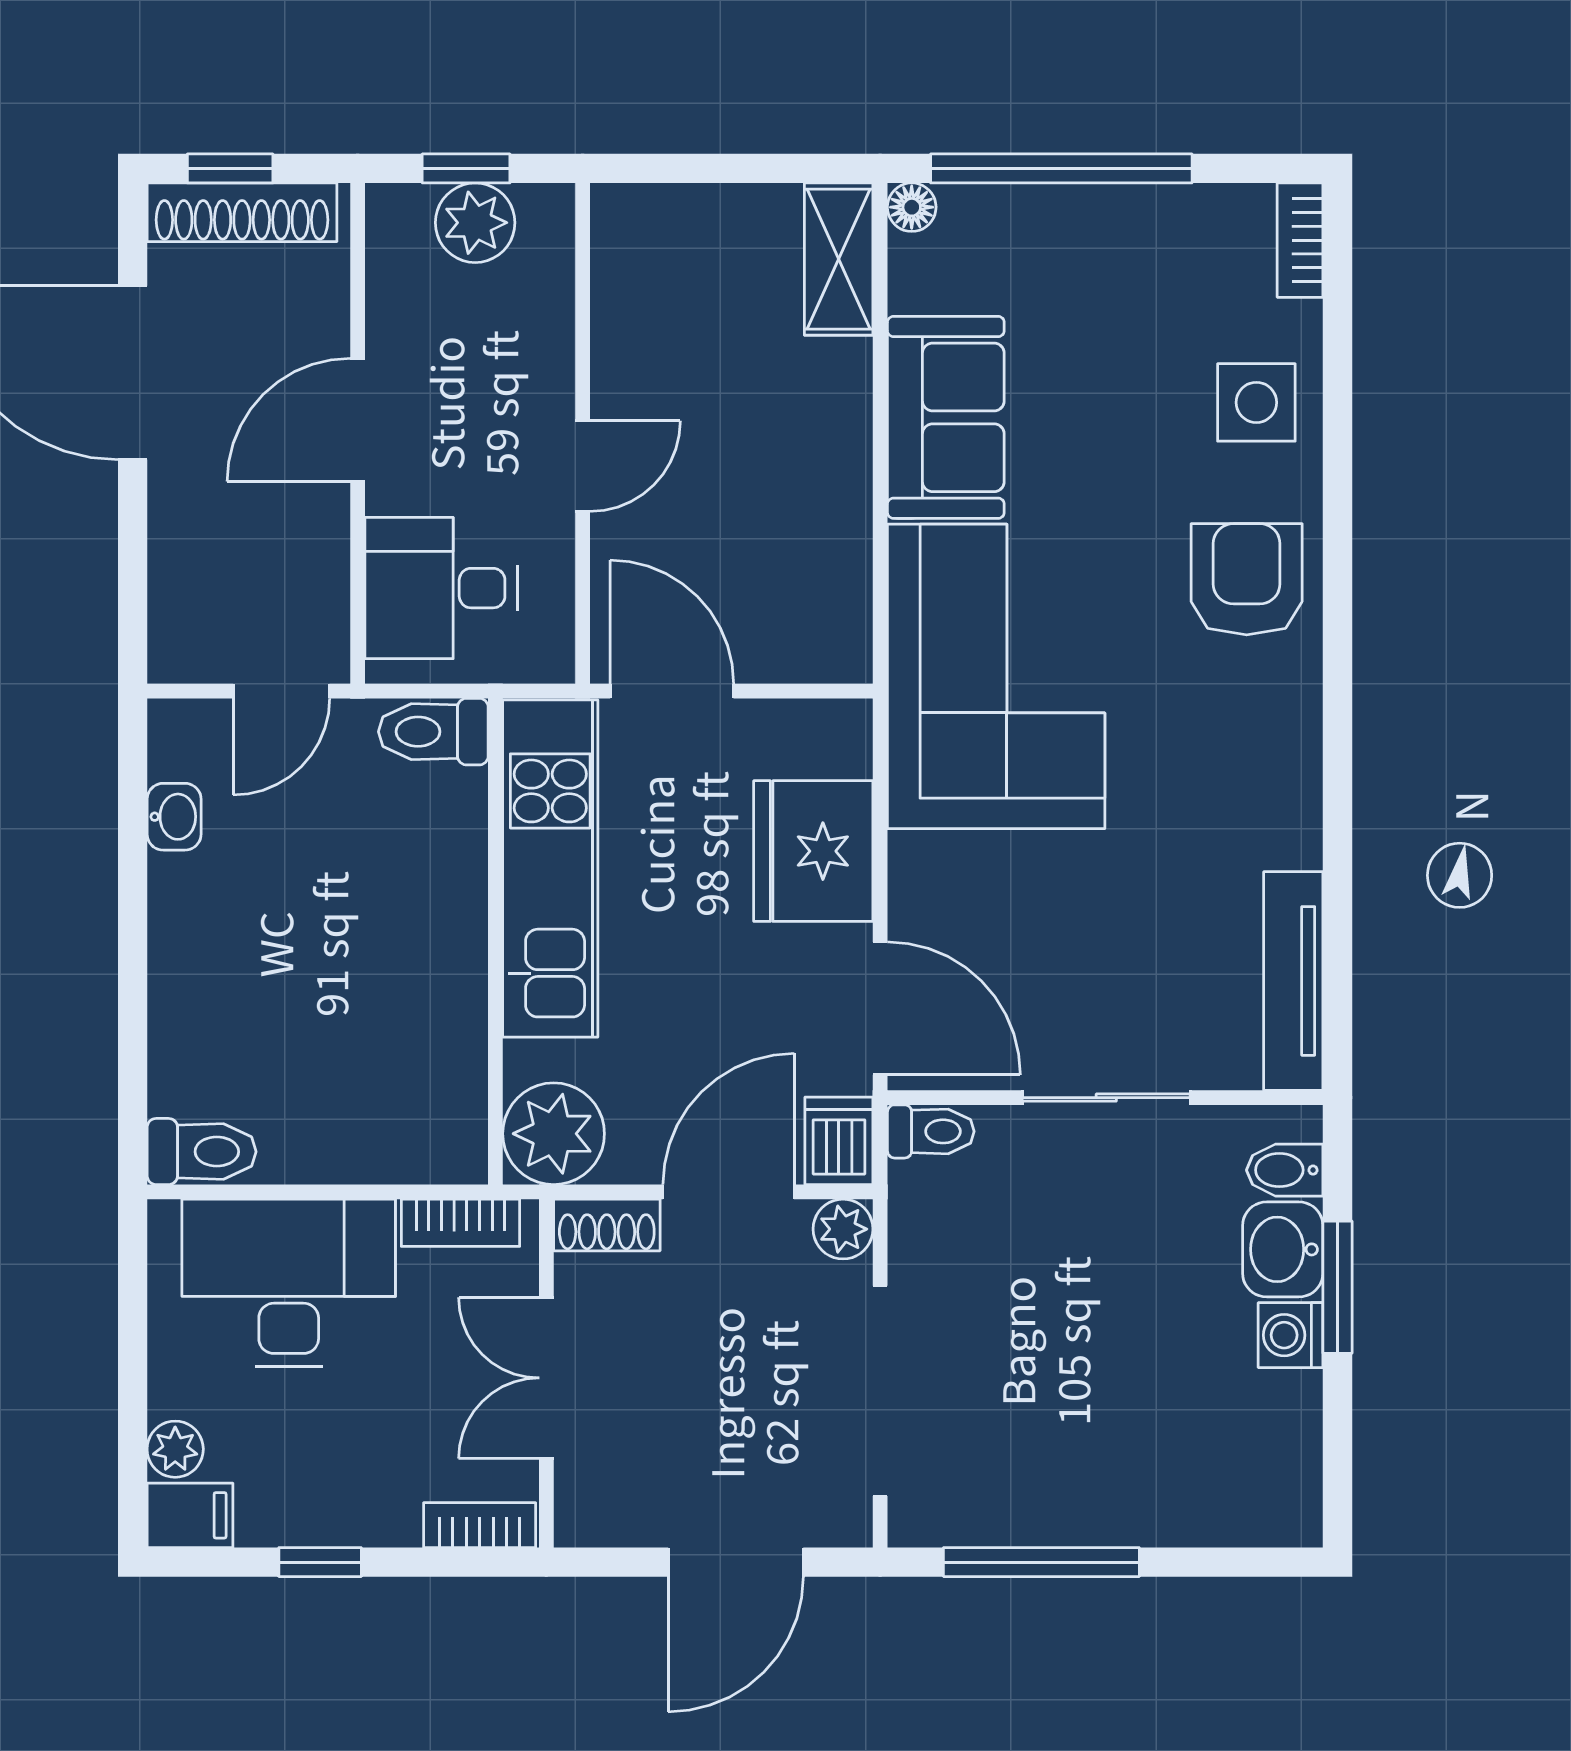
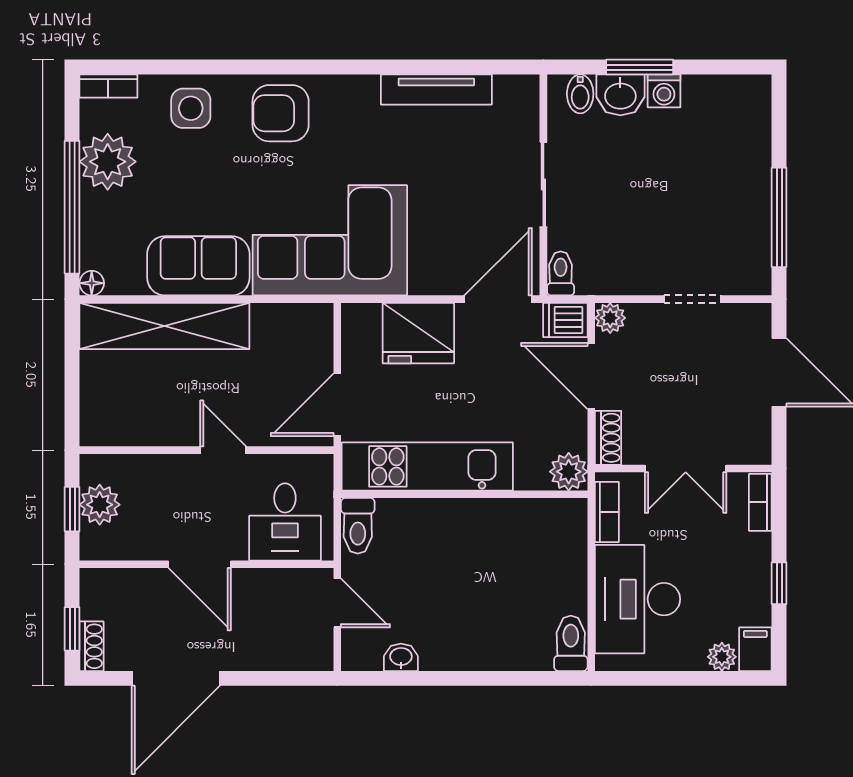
shoe rack: (242, 212) -> (91, 646), width x0.51, depth x0.81
plant: (1151, 238) -> (108, 162), added
shelving: (839, 259) -> (164, 326), width x2.20, depth x1.33
tv unit: (1293, 981) -> (436, 89), moved
plant: (554, 1134) -> (569, 472), width x0.73, depth x0.73
doorway: (880, 1391) -> (692, 299), width x0.53

